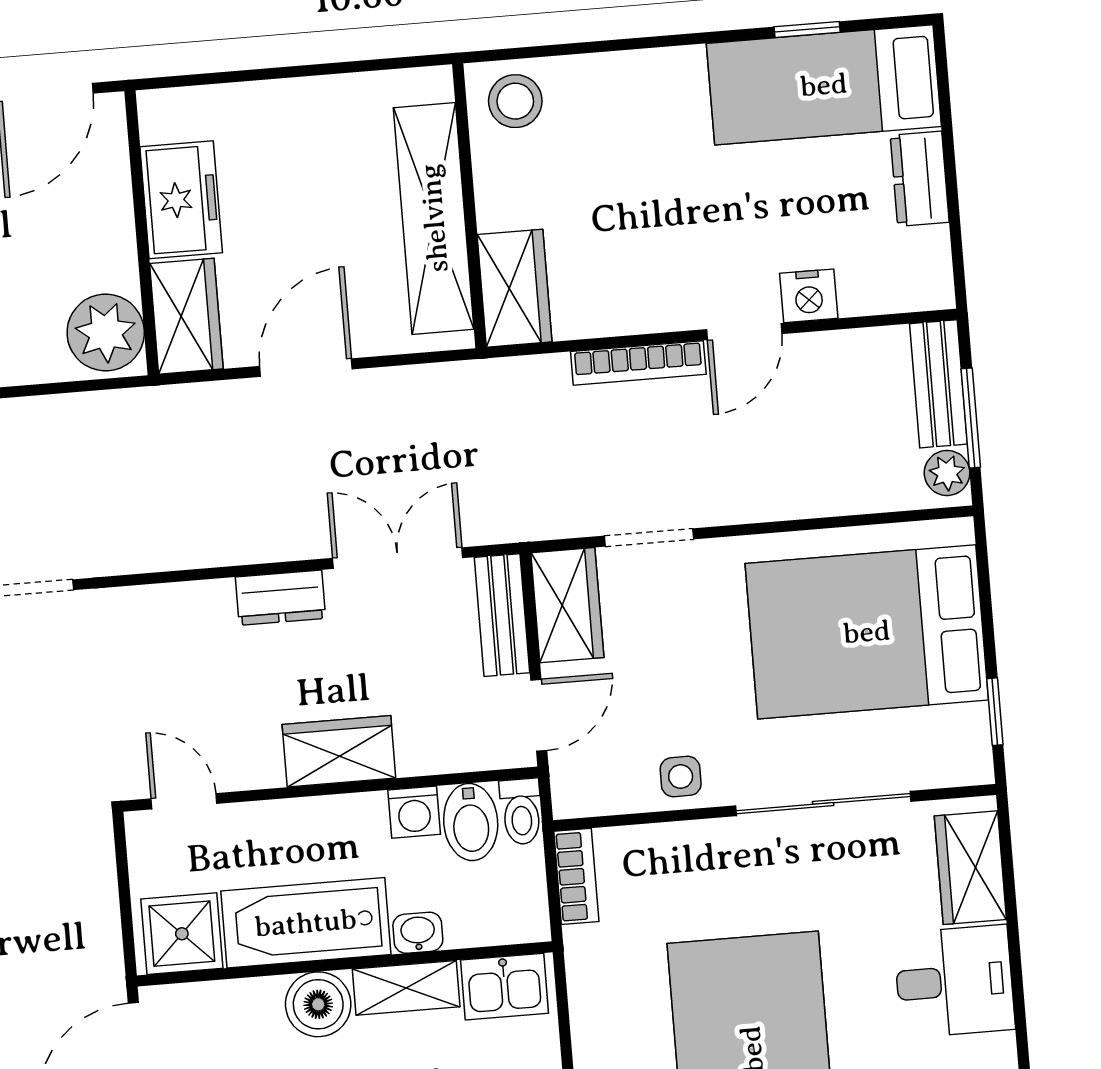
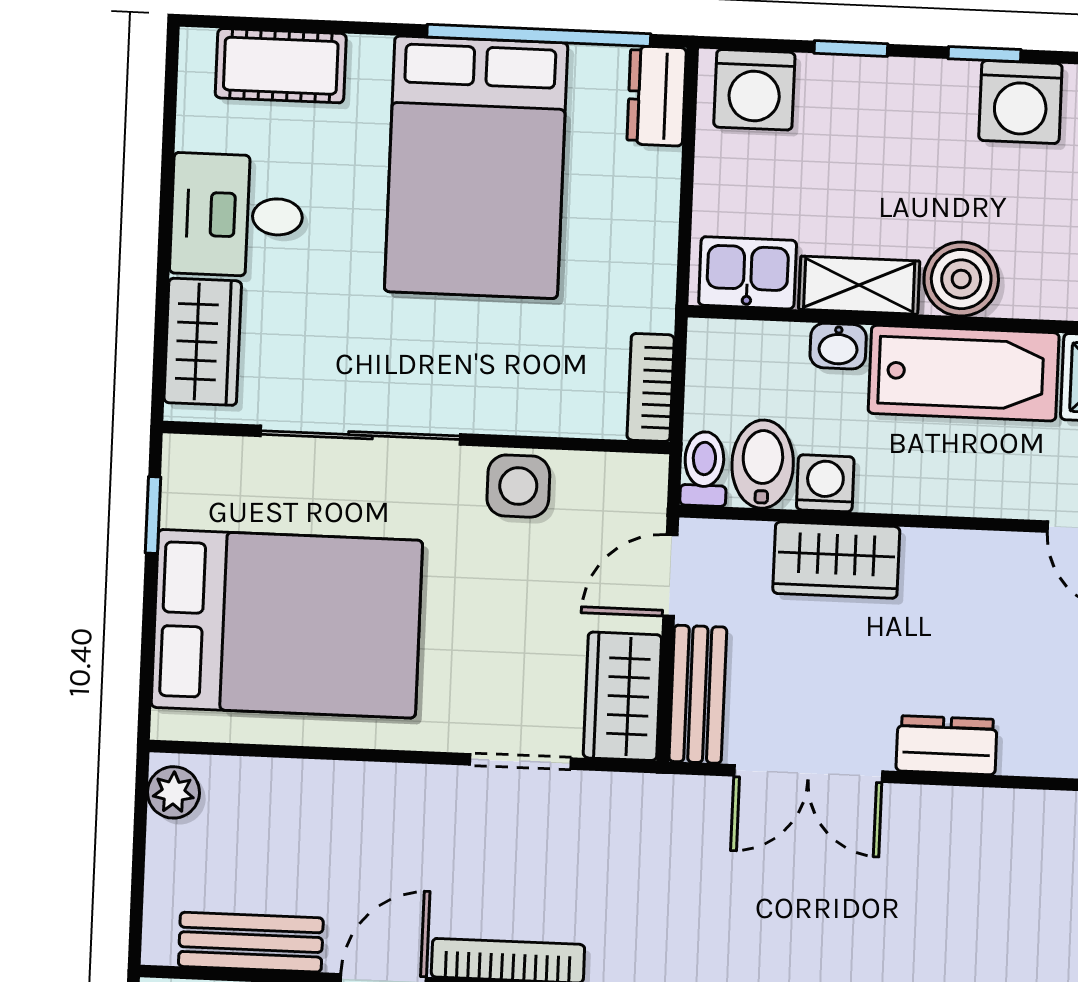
bench: (938, 384) -> (251, 942), moved, turned 90
window: (971, 418) -> (139, 851), removed
wardrobe: (339, 751) -> (836, 560), moved
side table: (681, 777) -> (518, 486), width x1.37, depth x1.37

